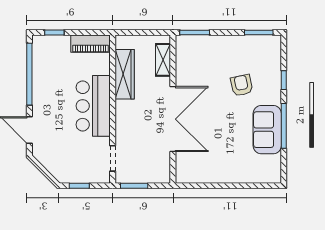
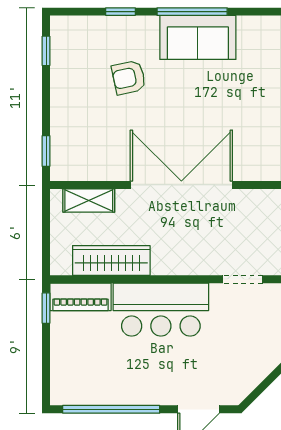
window: (54, 32) -> (46, 308), moved
window: (195, 32) -> (46, 151), width x0.67
window: (259, 32) -> (46, 51), width x0.67
piano: (91, 44) -> (80, 297), moved, turned 90

